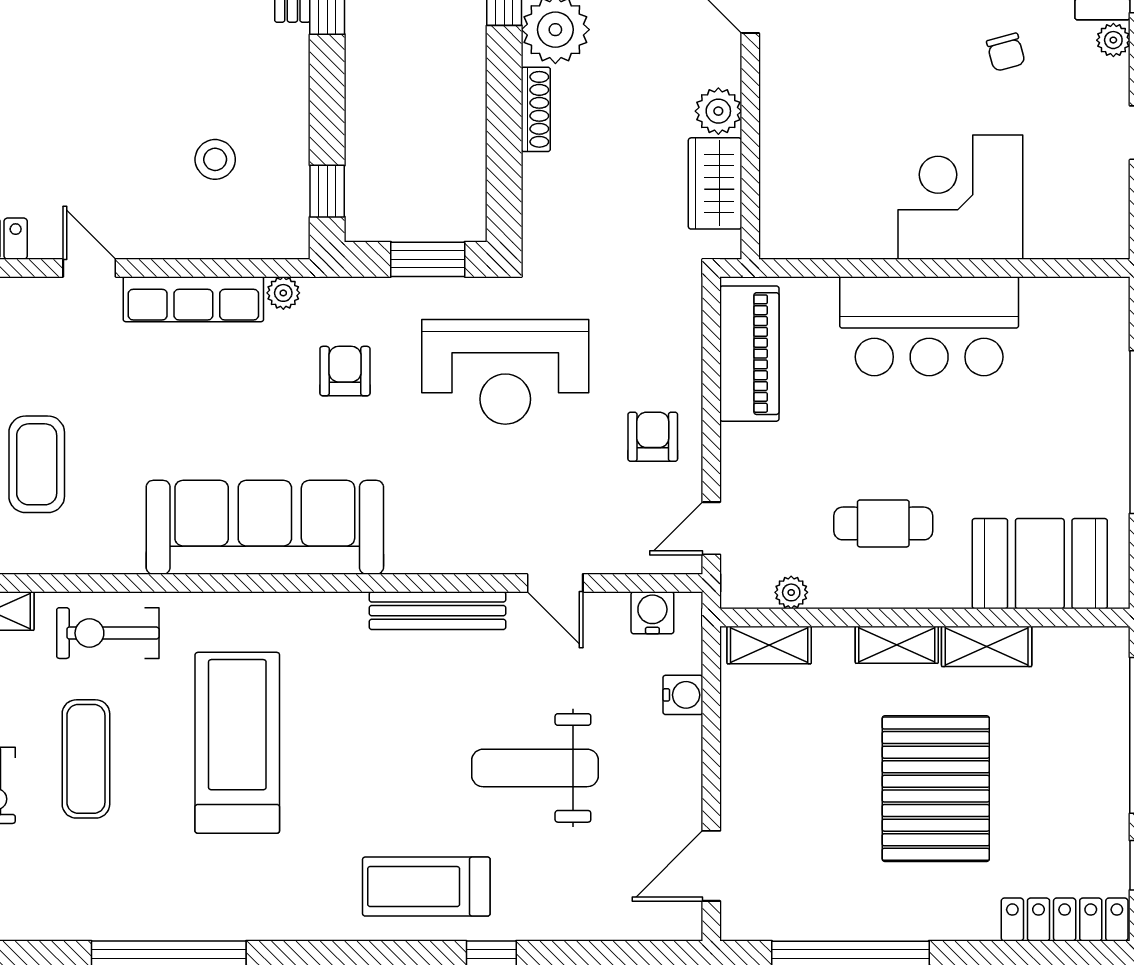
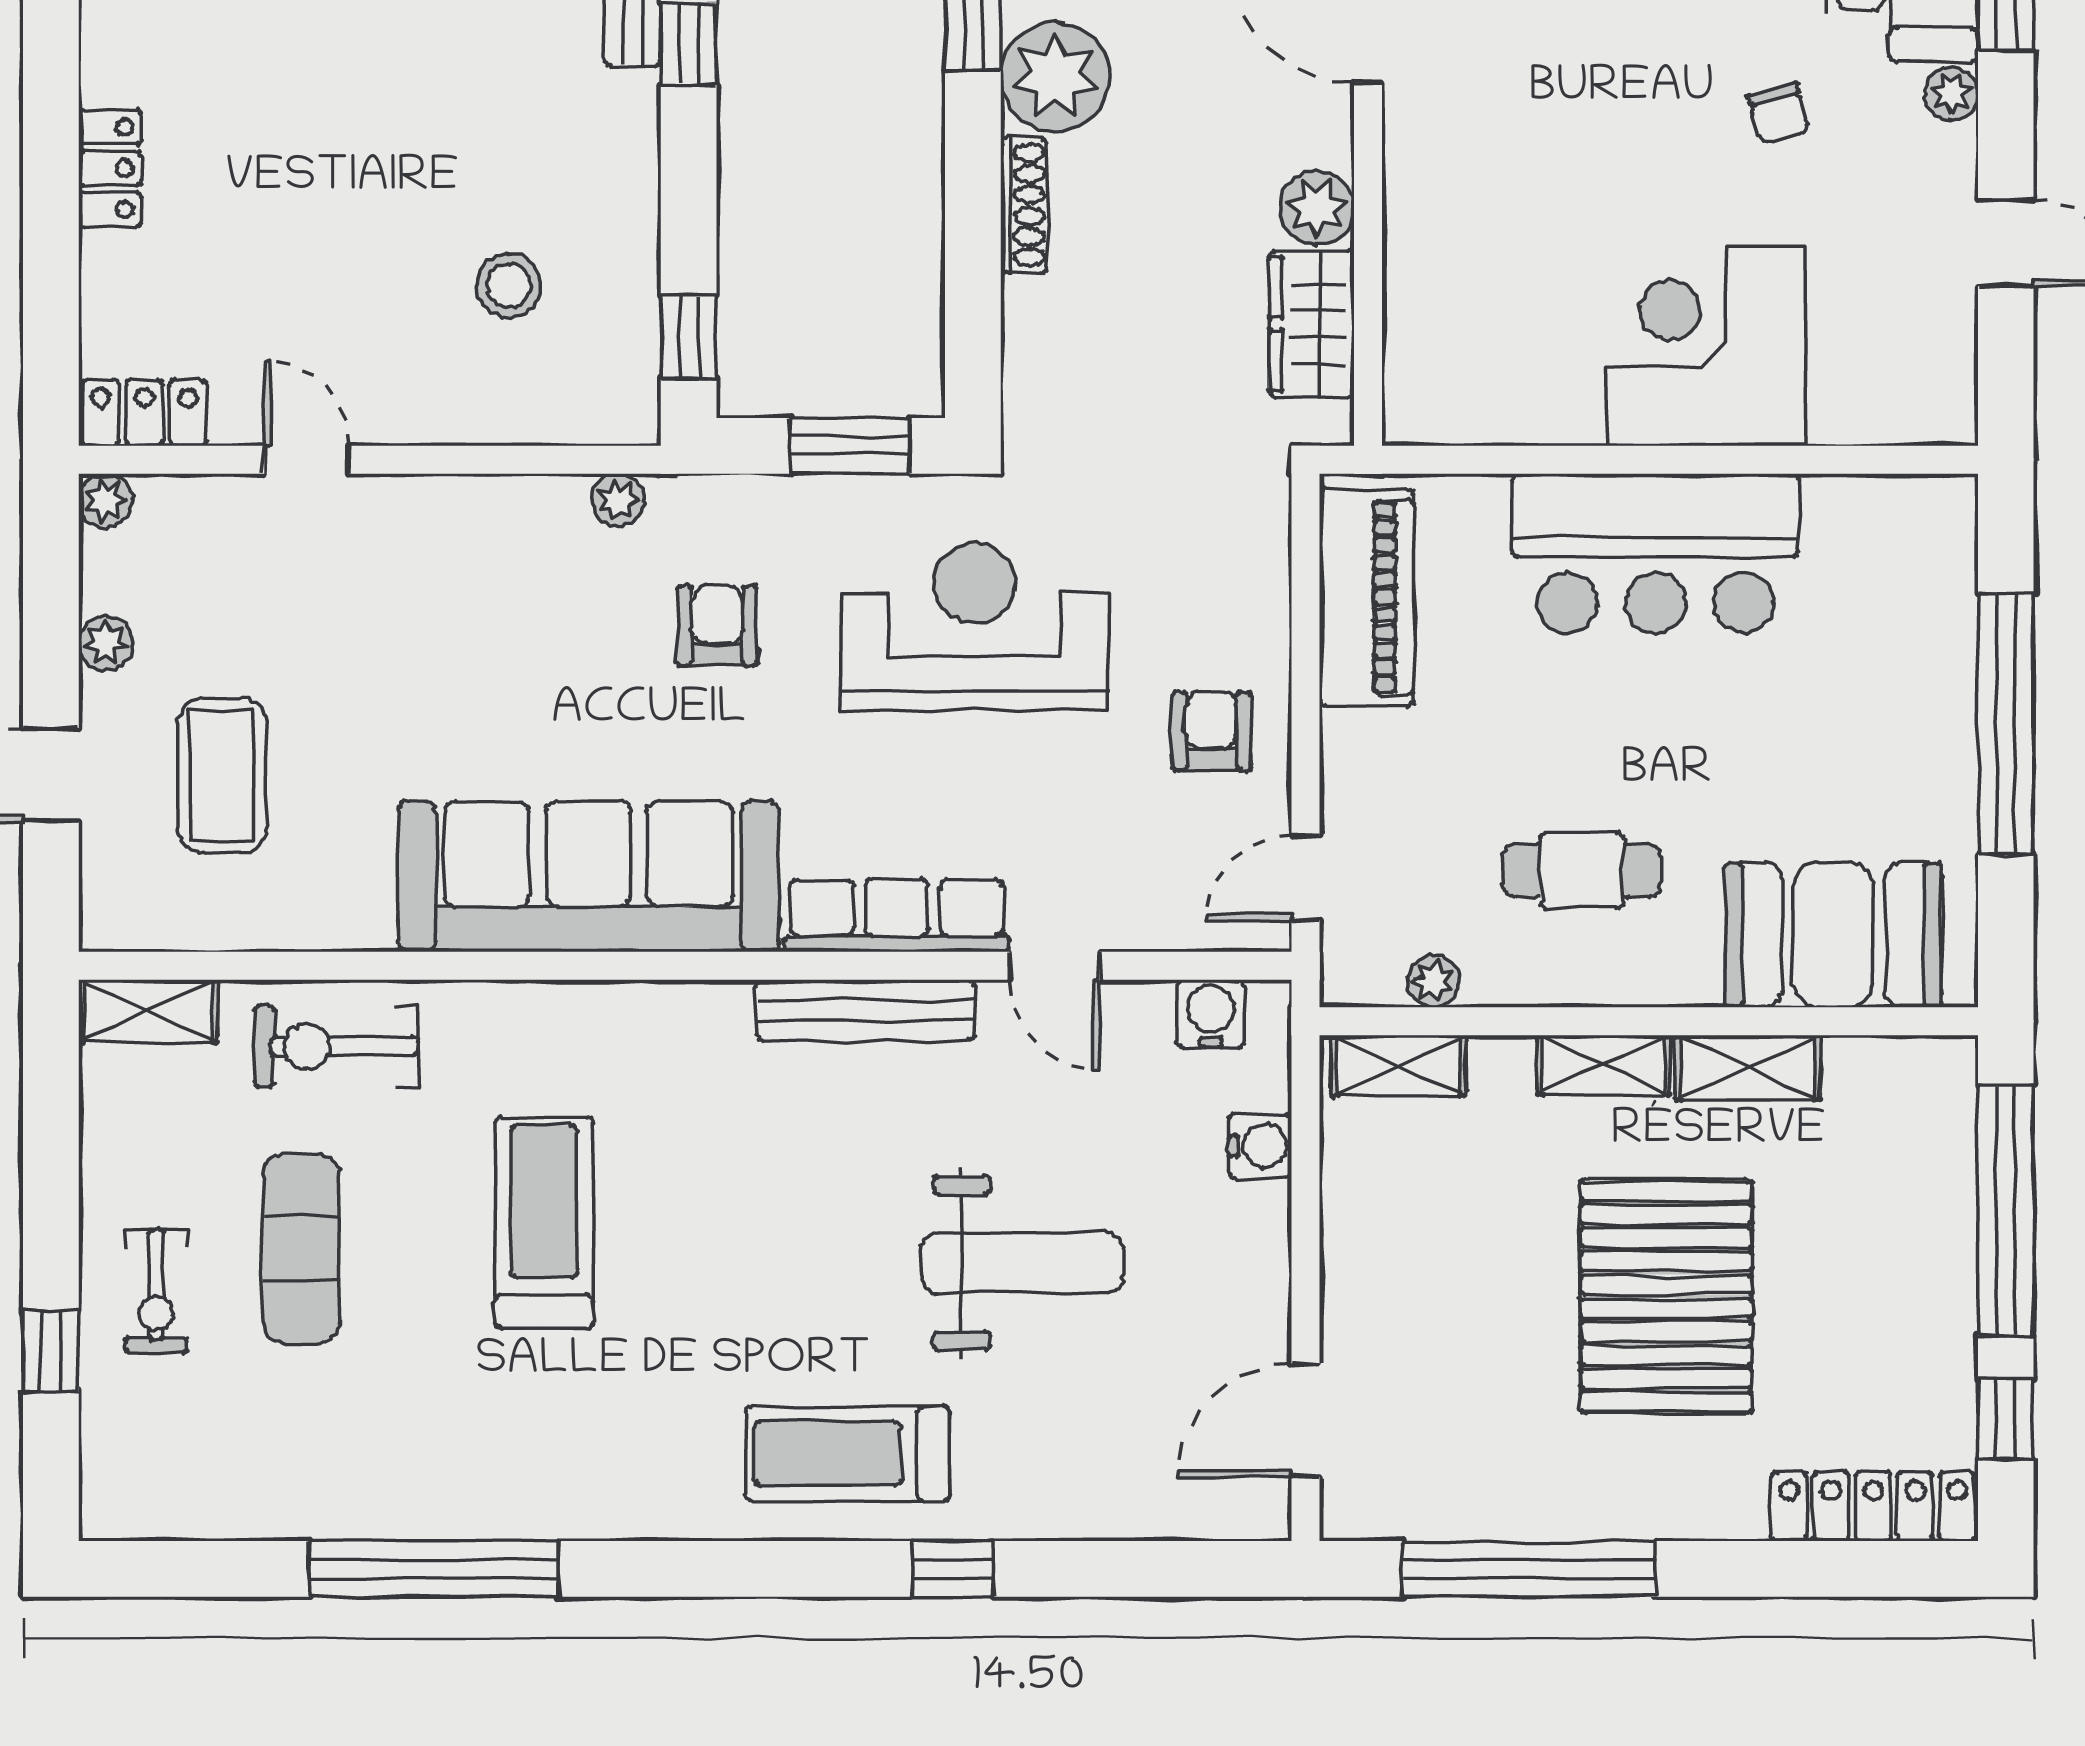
row of seats: (193, 299) -> (897, 916), moved, turned 180
reception desk: (505, 372) -> (975, 627), turned 180
treadmill: (237, 743) -> (544, 1223), width x0.73, depth x0.73
weight bench: (535, 768) -> (1022, 1263), turned 180

